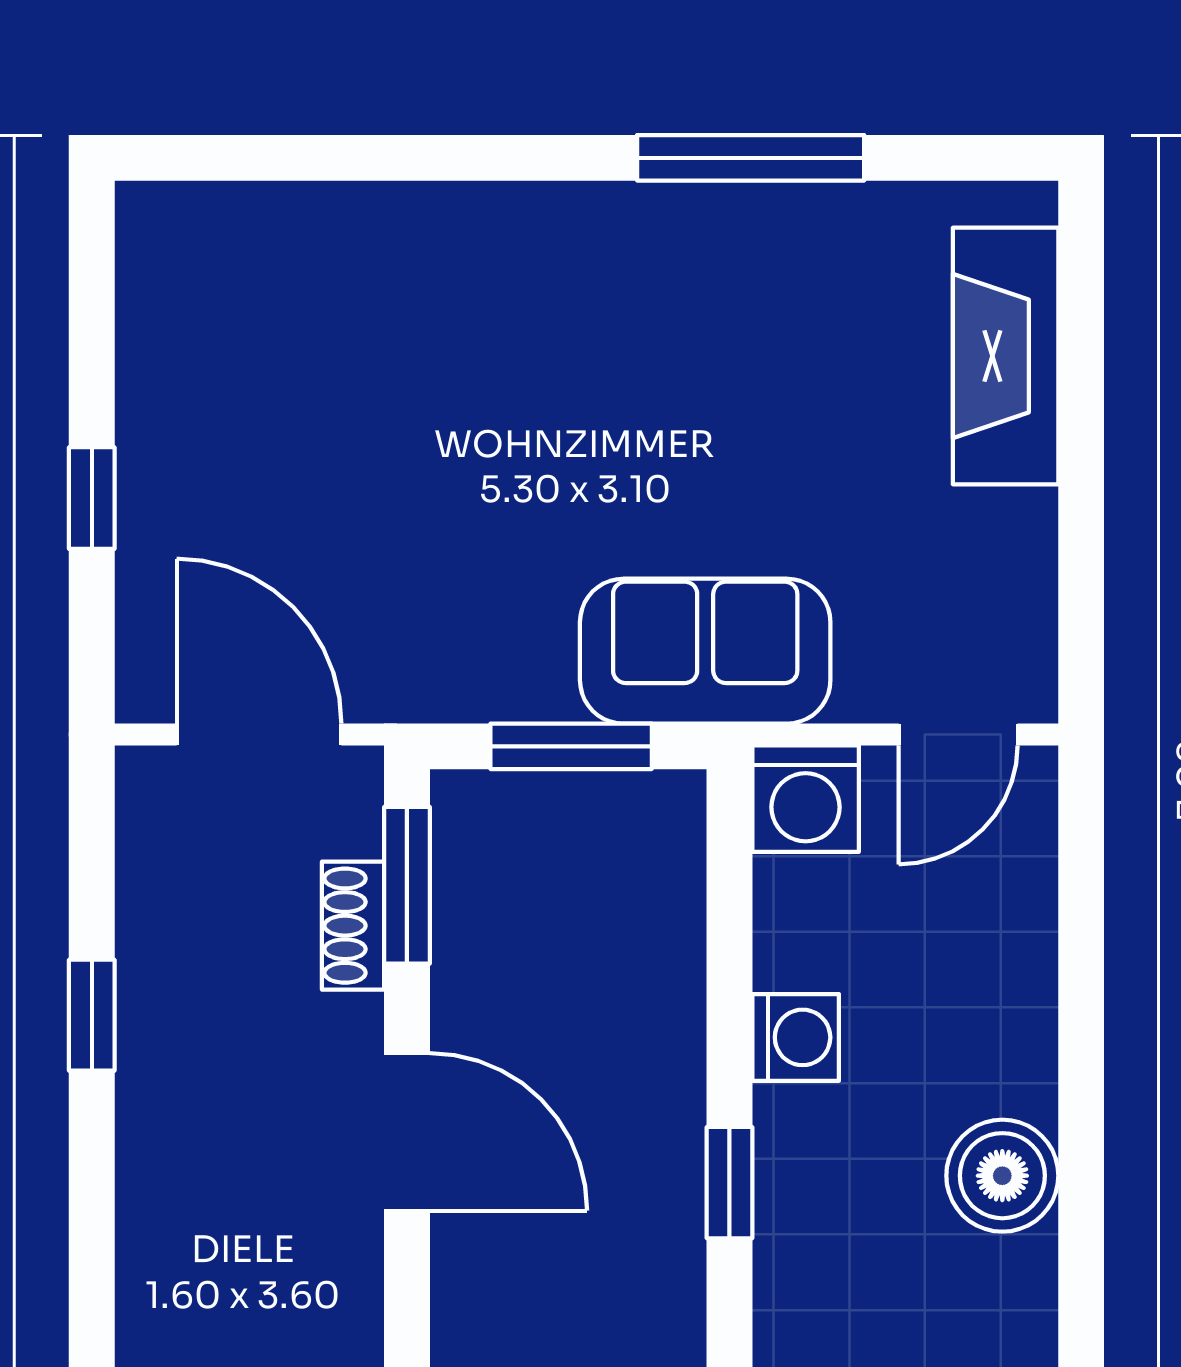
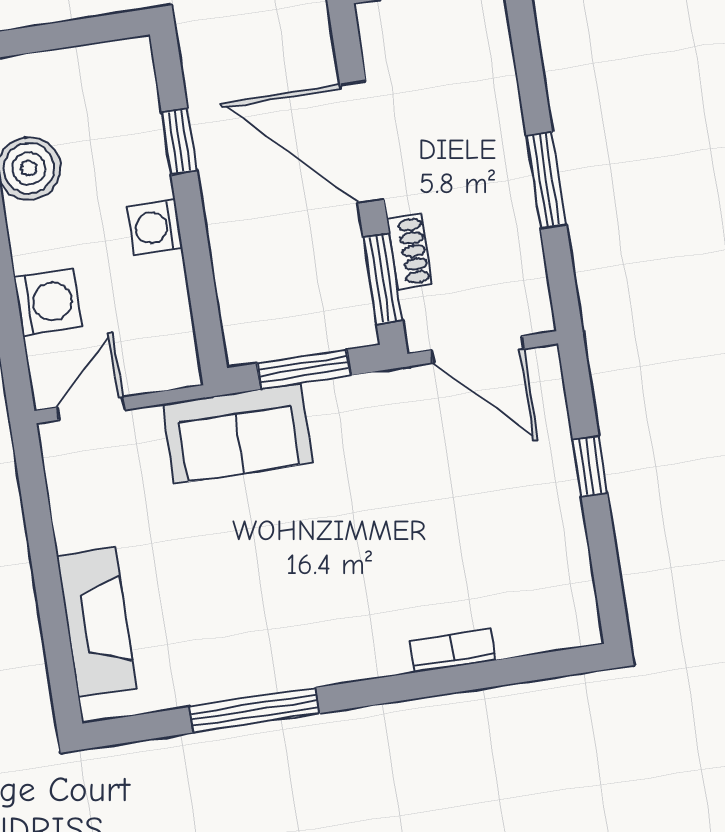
bookcase: (385, 210) -> (452, 650), added
washing machine: (806, 799) -> (48, 302), moved, turned 90
window: (92, 1015) -> (546, 180), width x1.50
door: (407, 1132) -> (362, 142), width x1.36

